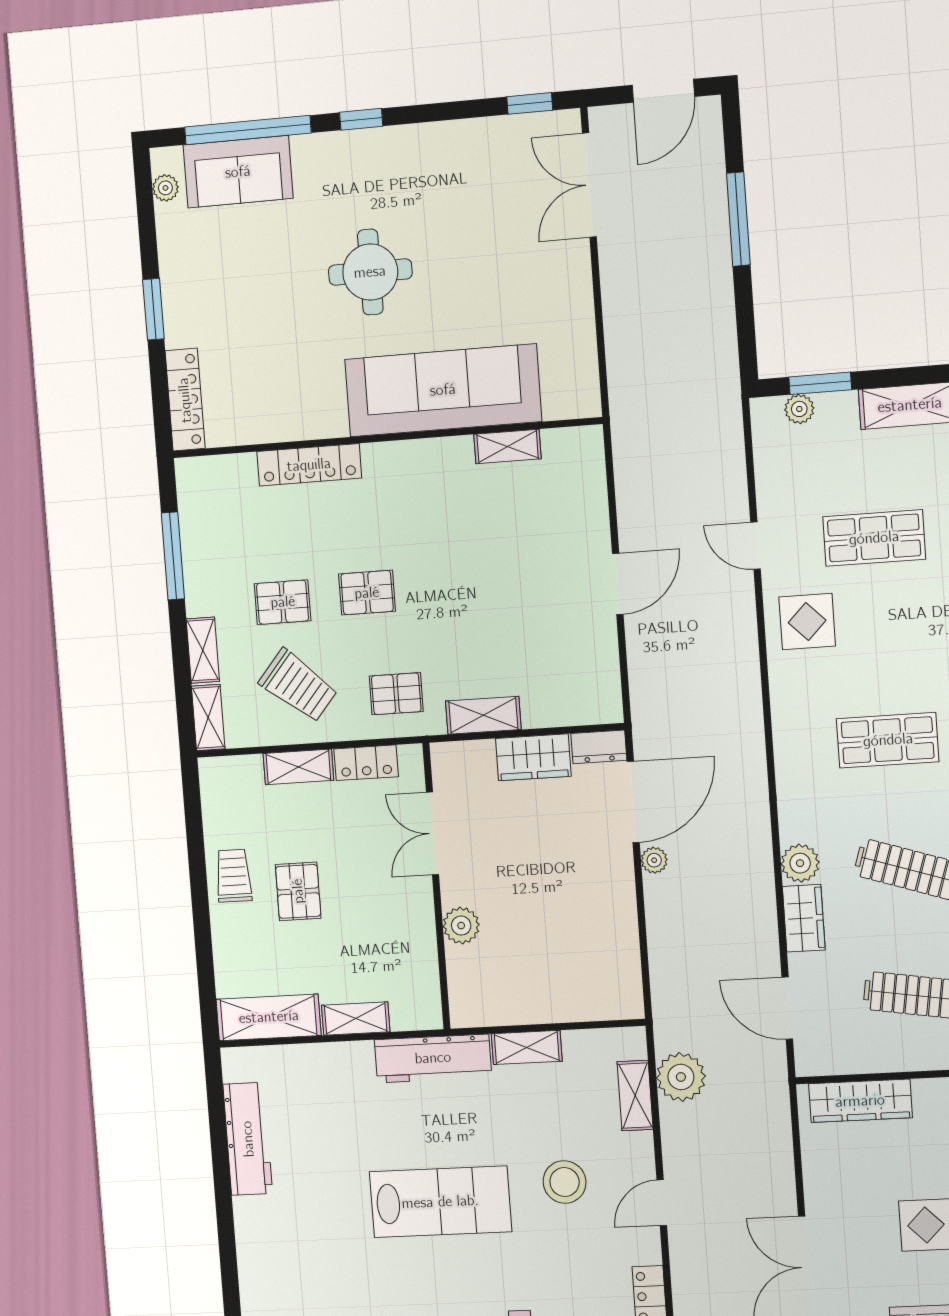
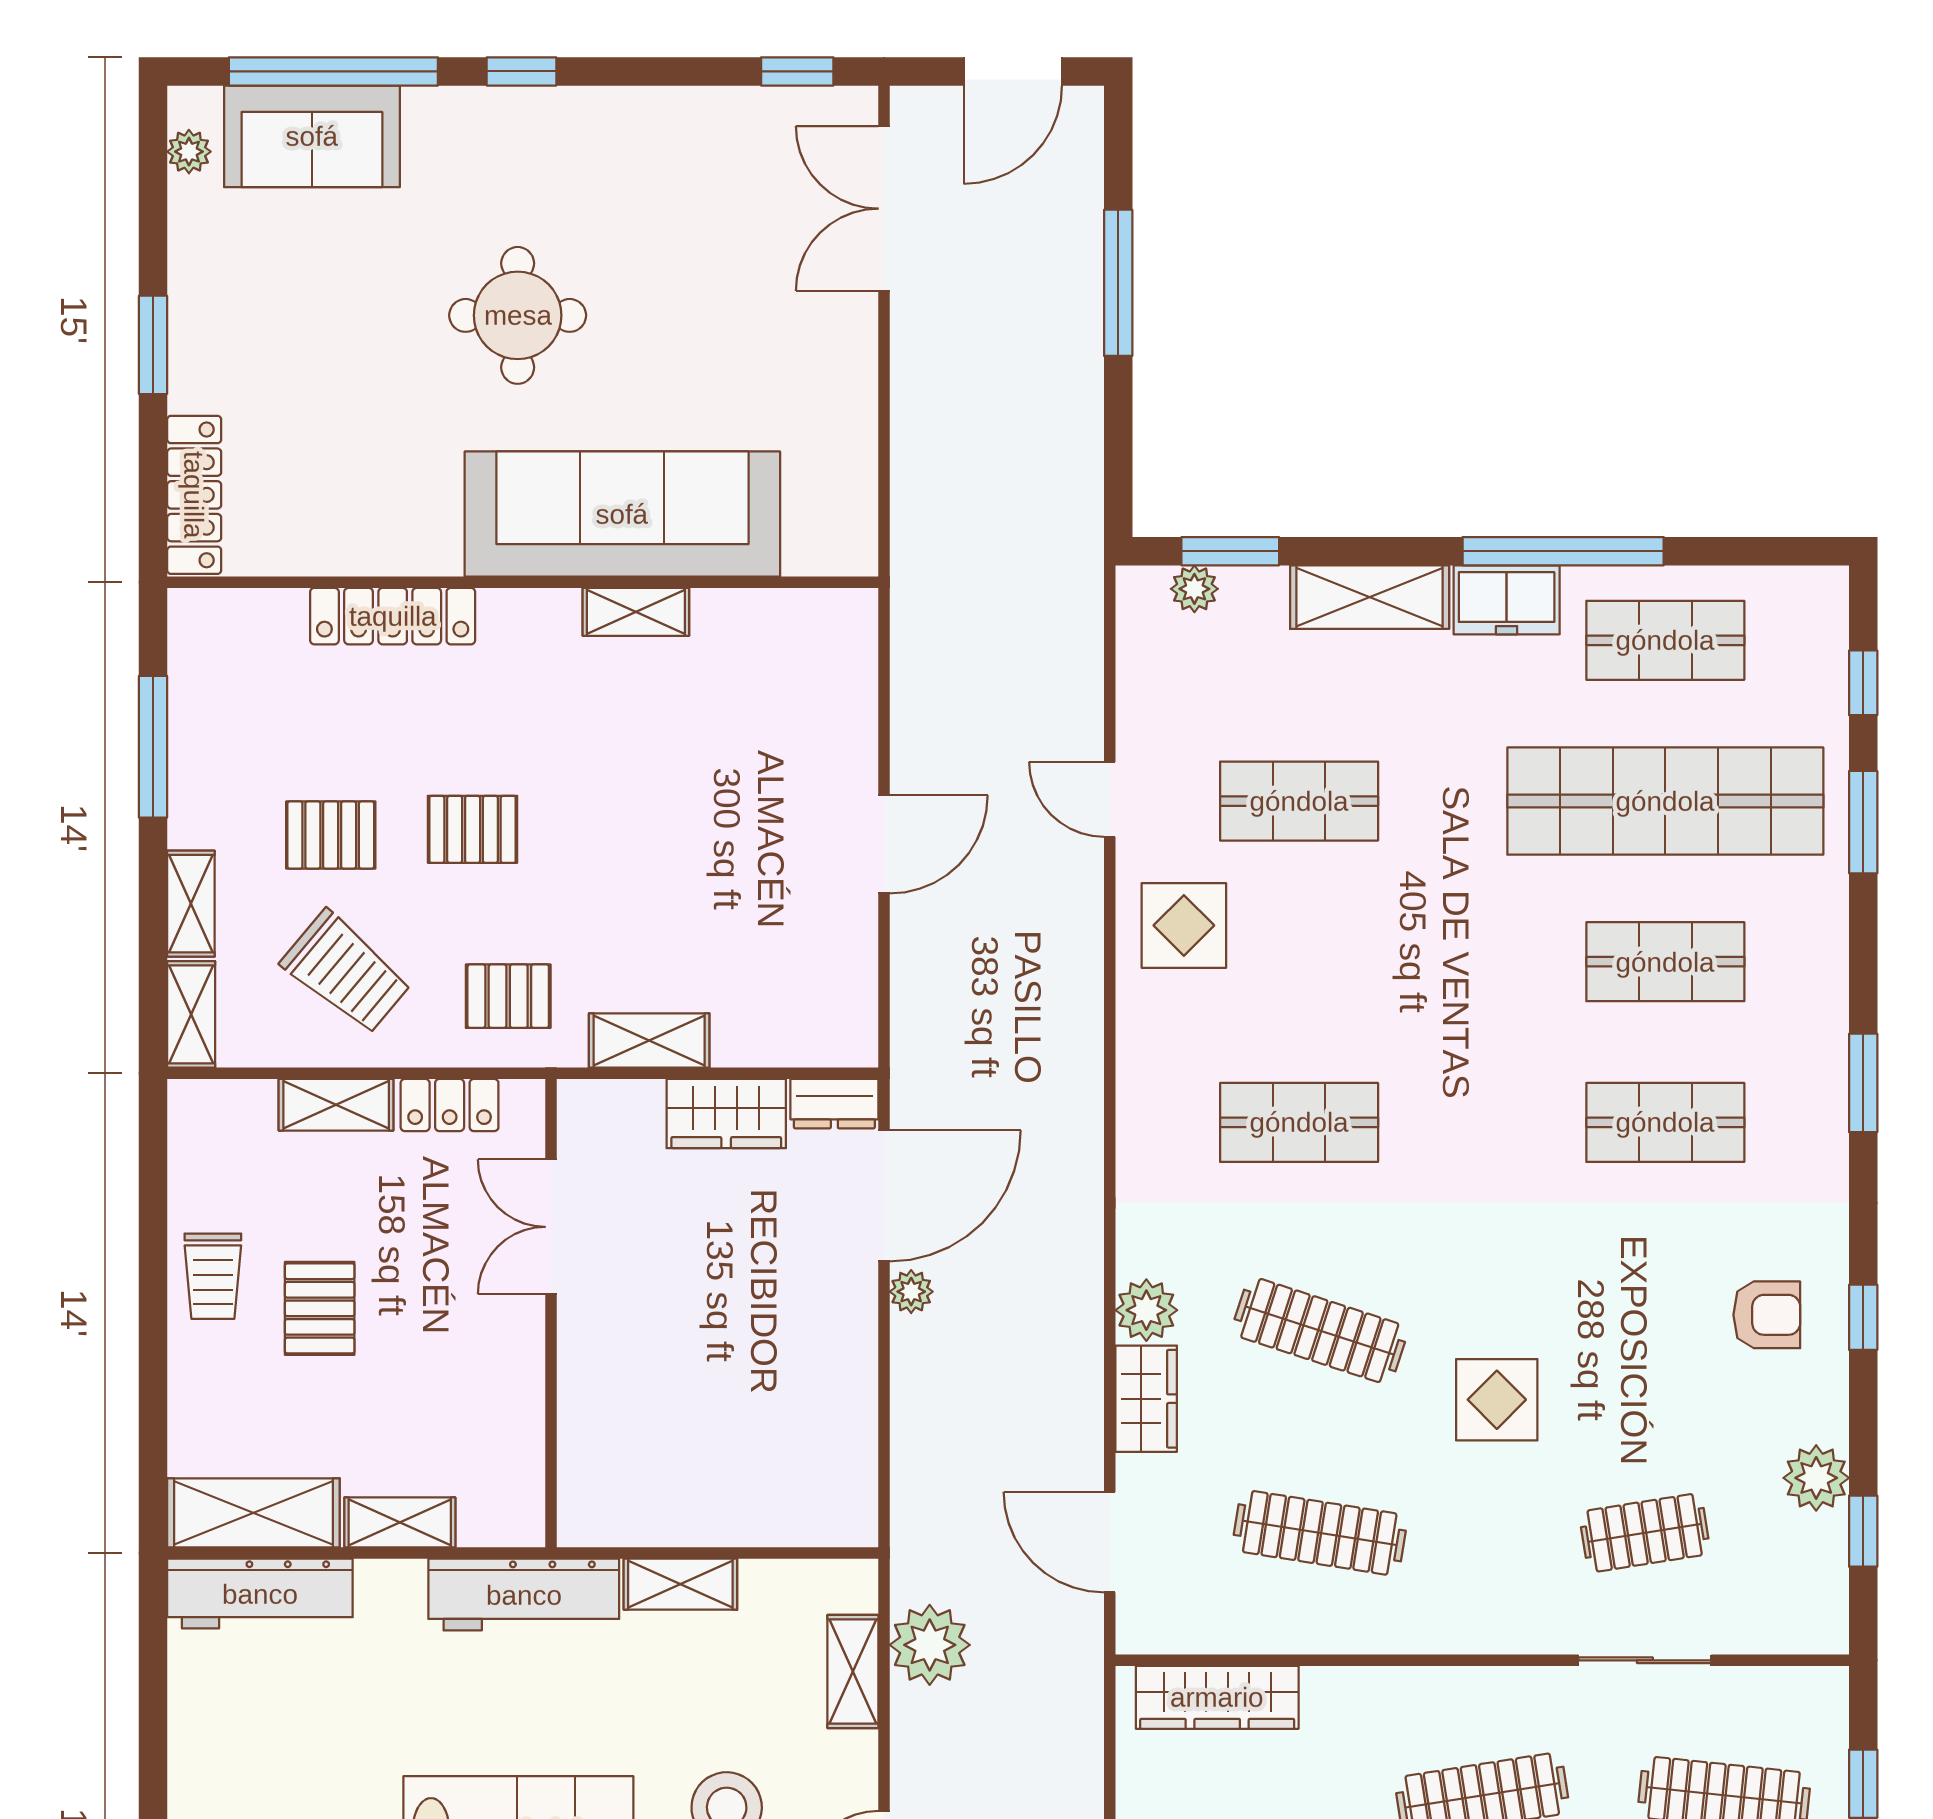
shelving: (507, 447) -> (636, 612), moved
trolley: (233, 876) -> (213, 1276), turned 180
plant: (461, 926) -> (587, 1379), removed
workbench: (248, 1139) -> (260, 1594), moved, turned 90

